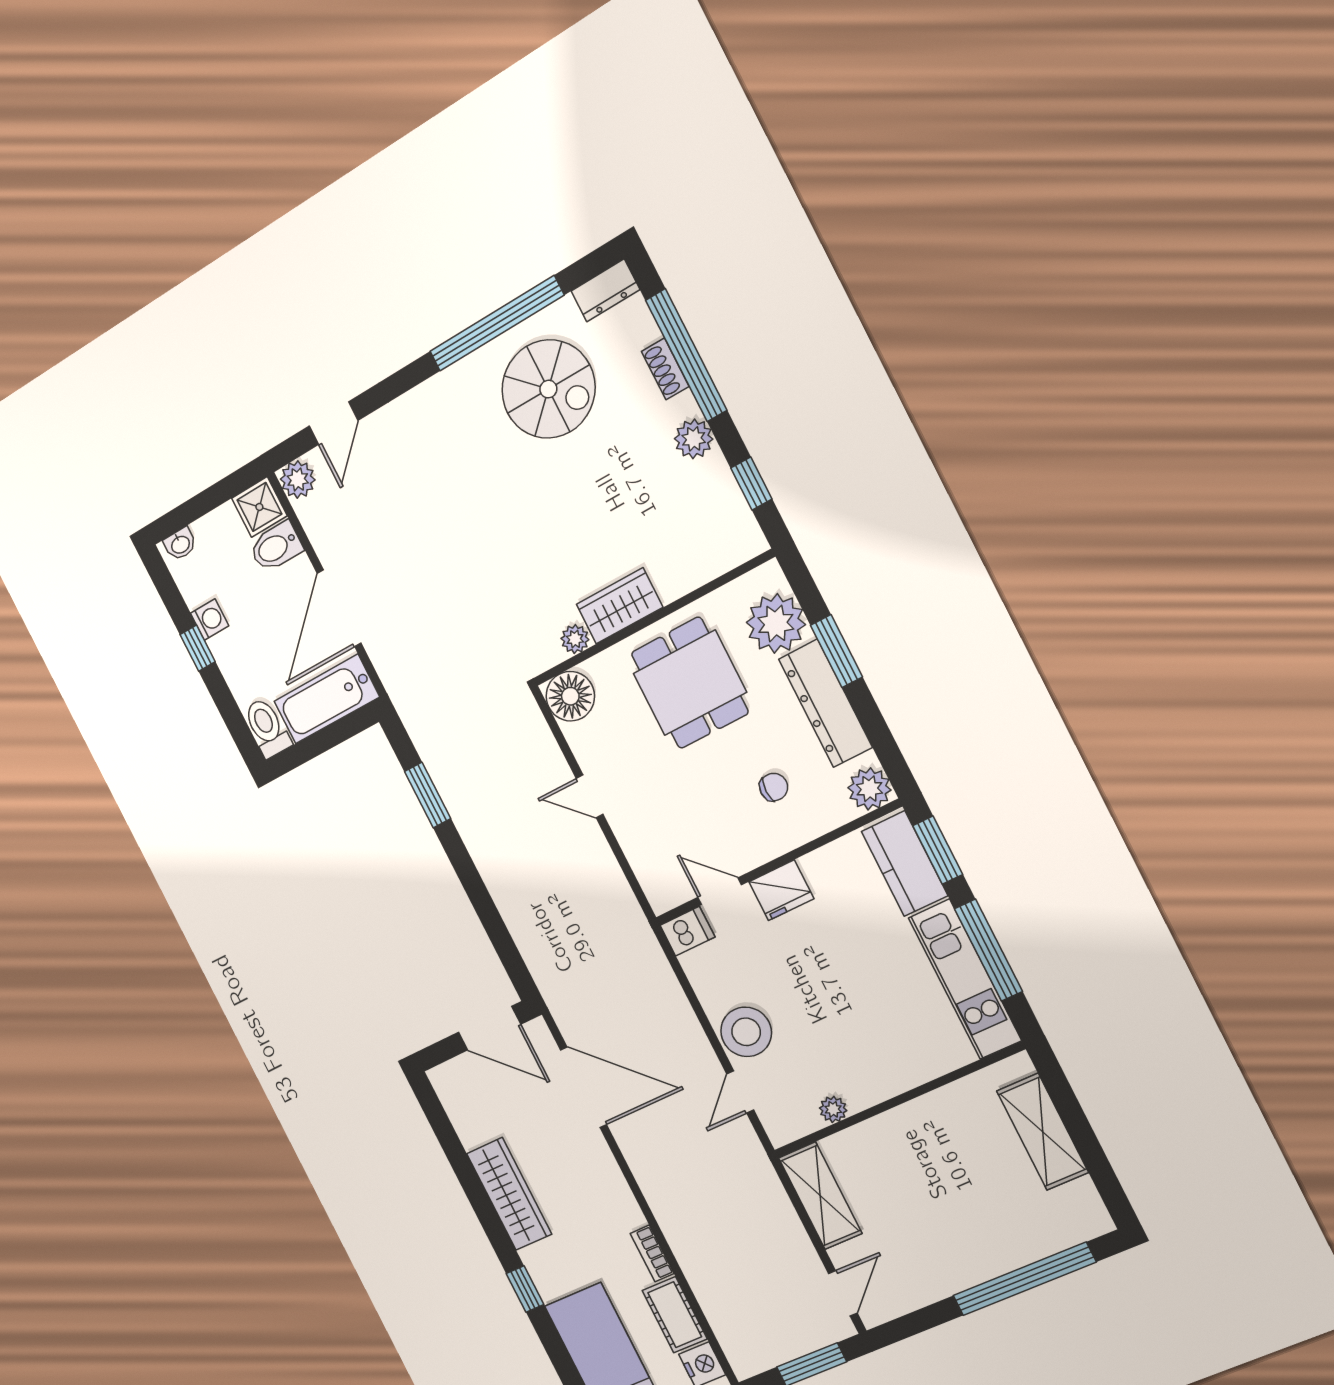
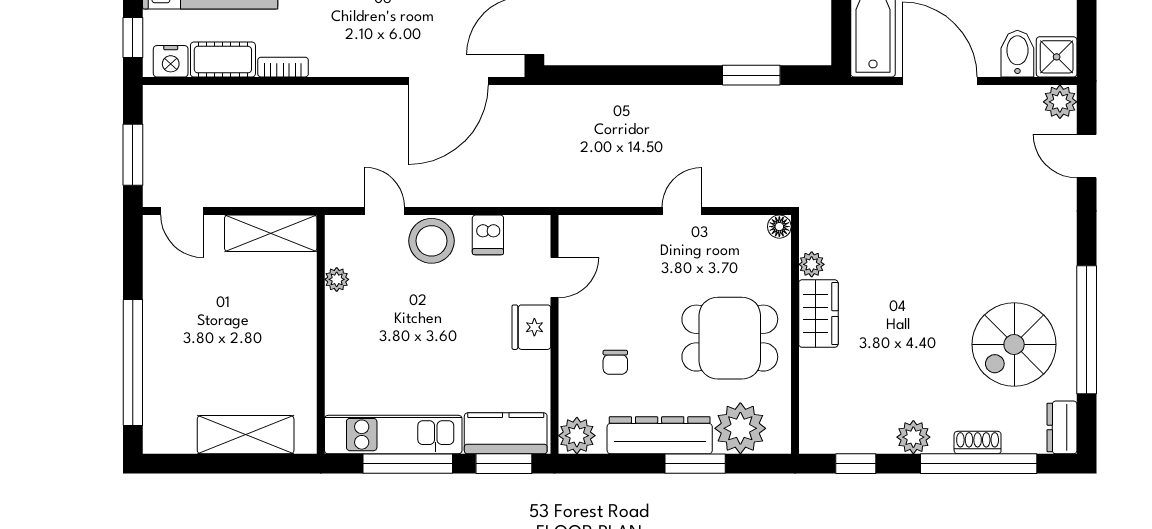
floor lamp: (570, 696) -> (779, 227), width x0.53, depth x0.53
dishwasher: (687, 931) -> (488, 235), moved

